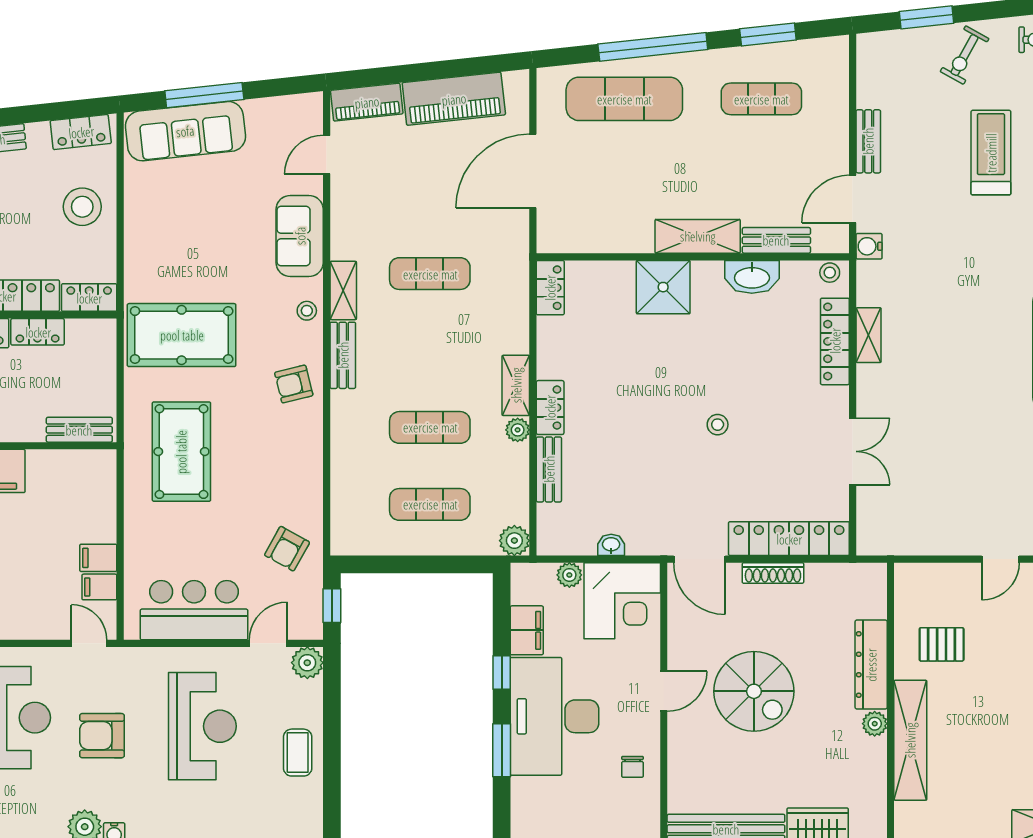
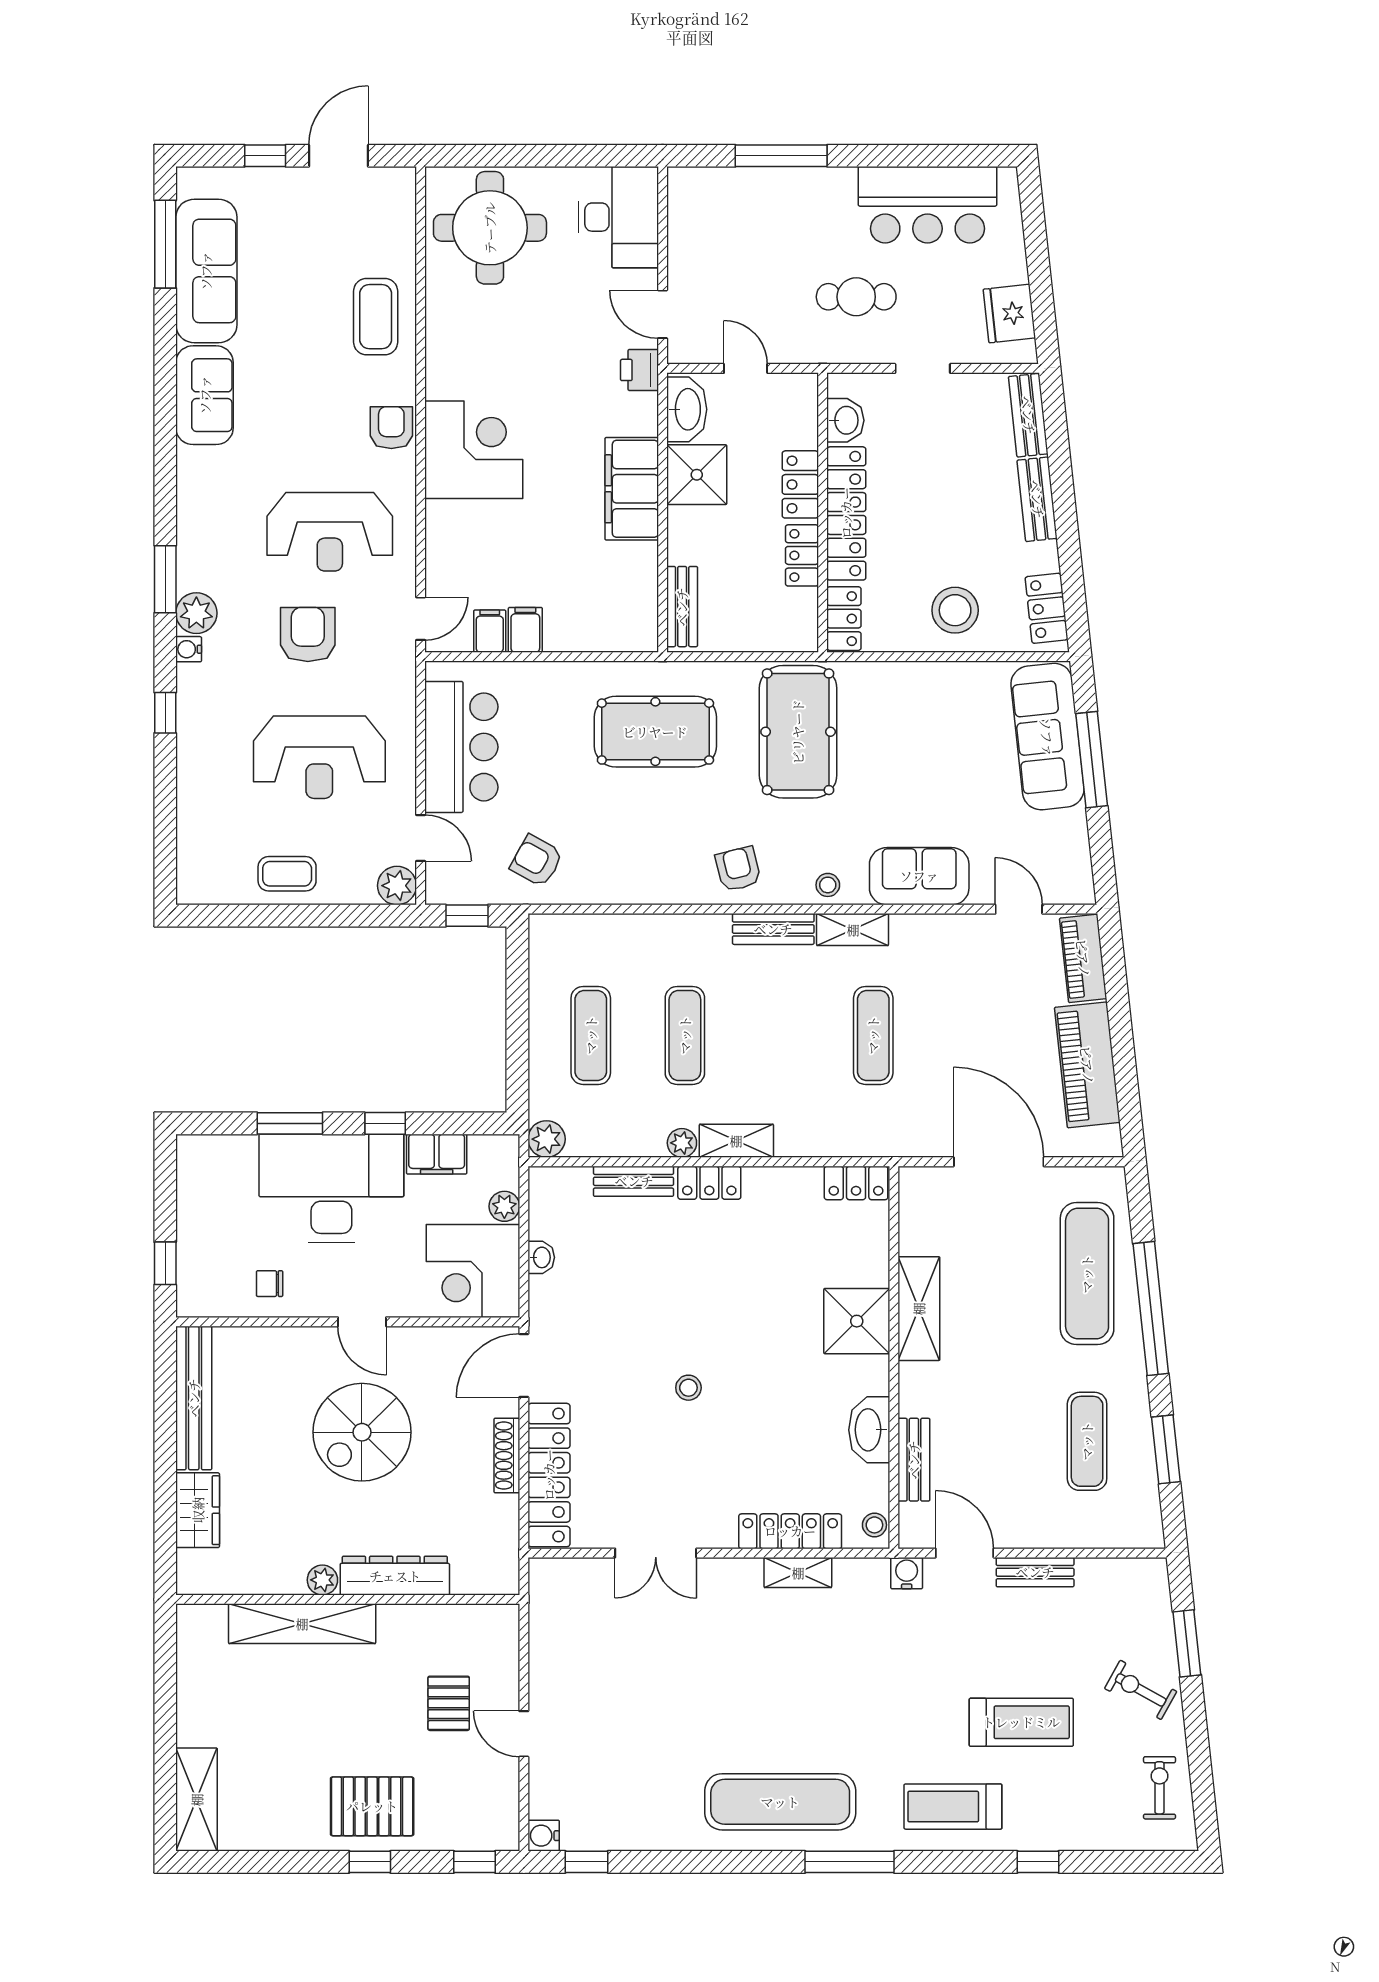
shelving: (698, 236) -> (919, 1309), moved
pallet: (942, 644) -> (449, 1703), moved

